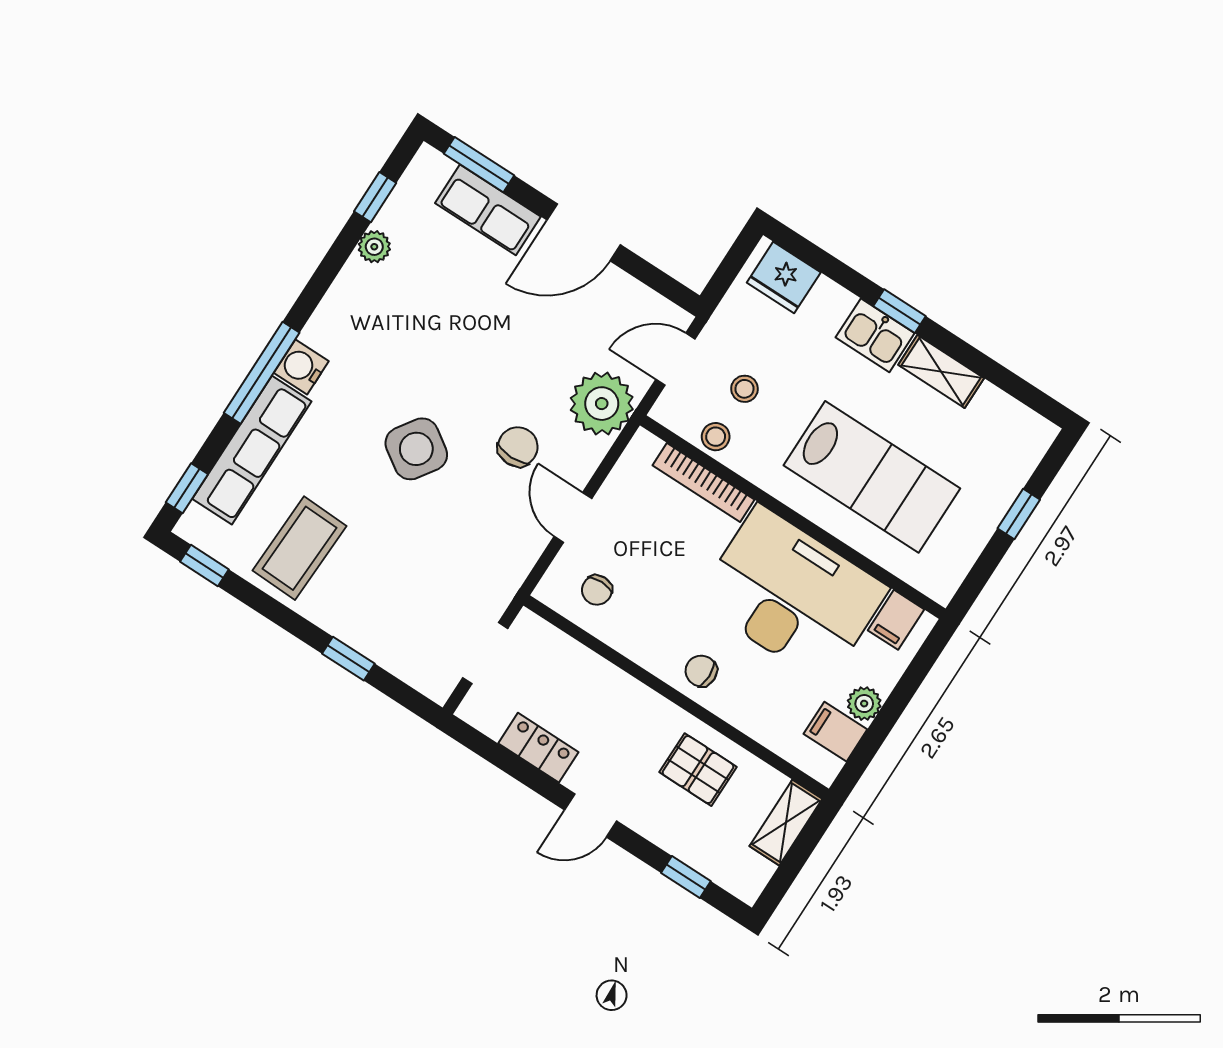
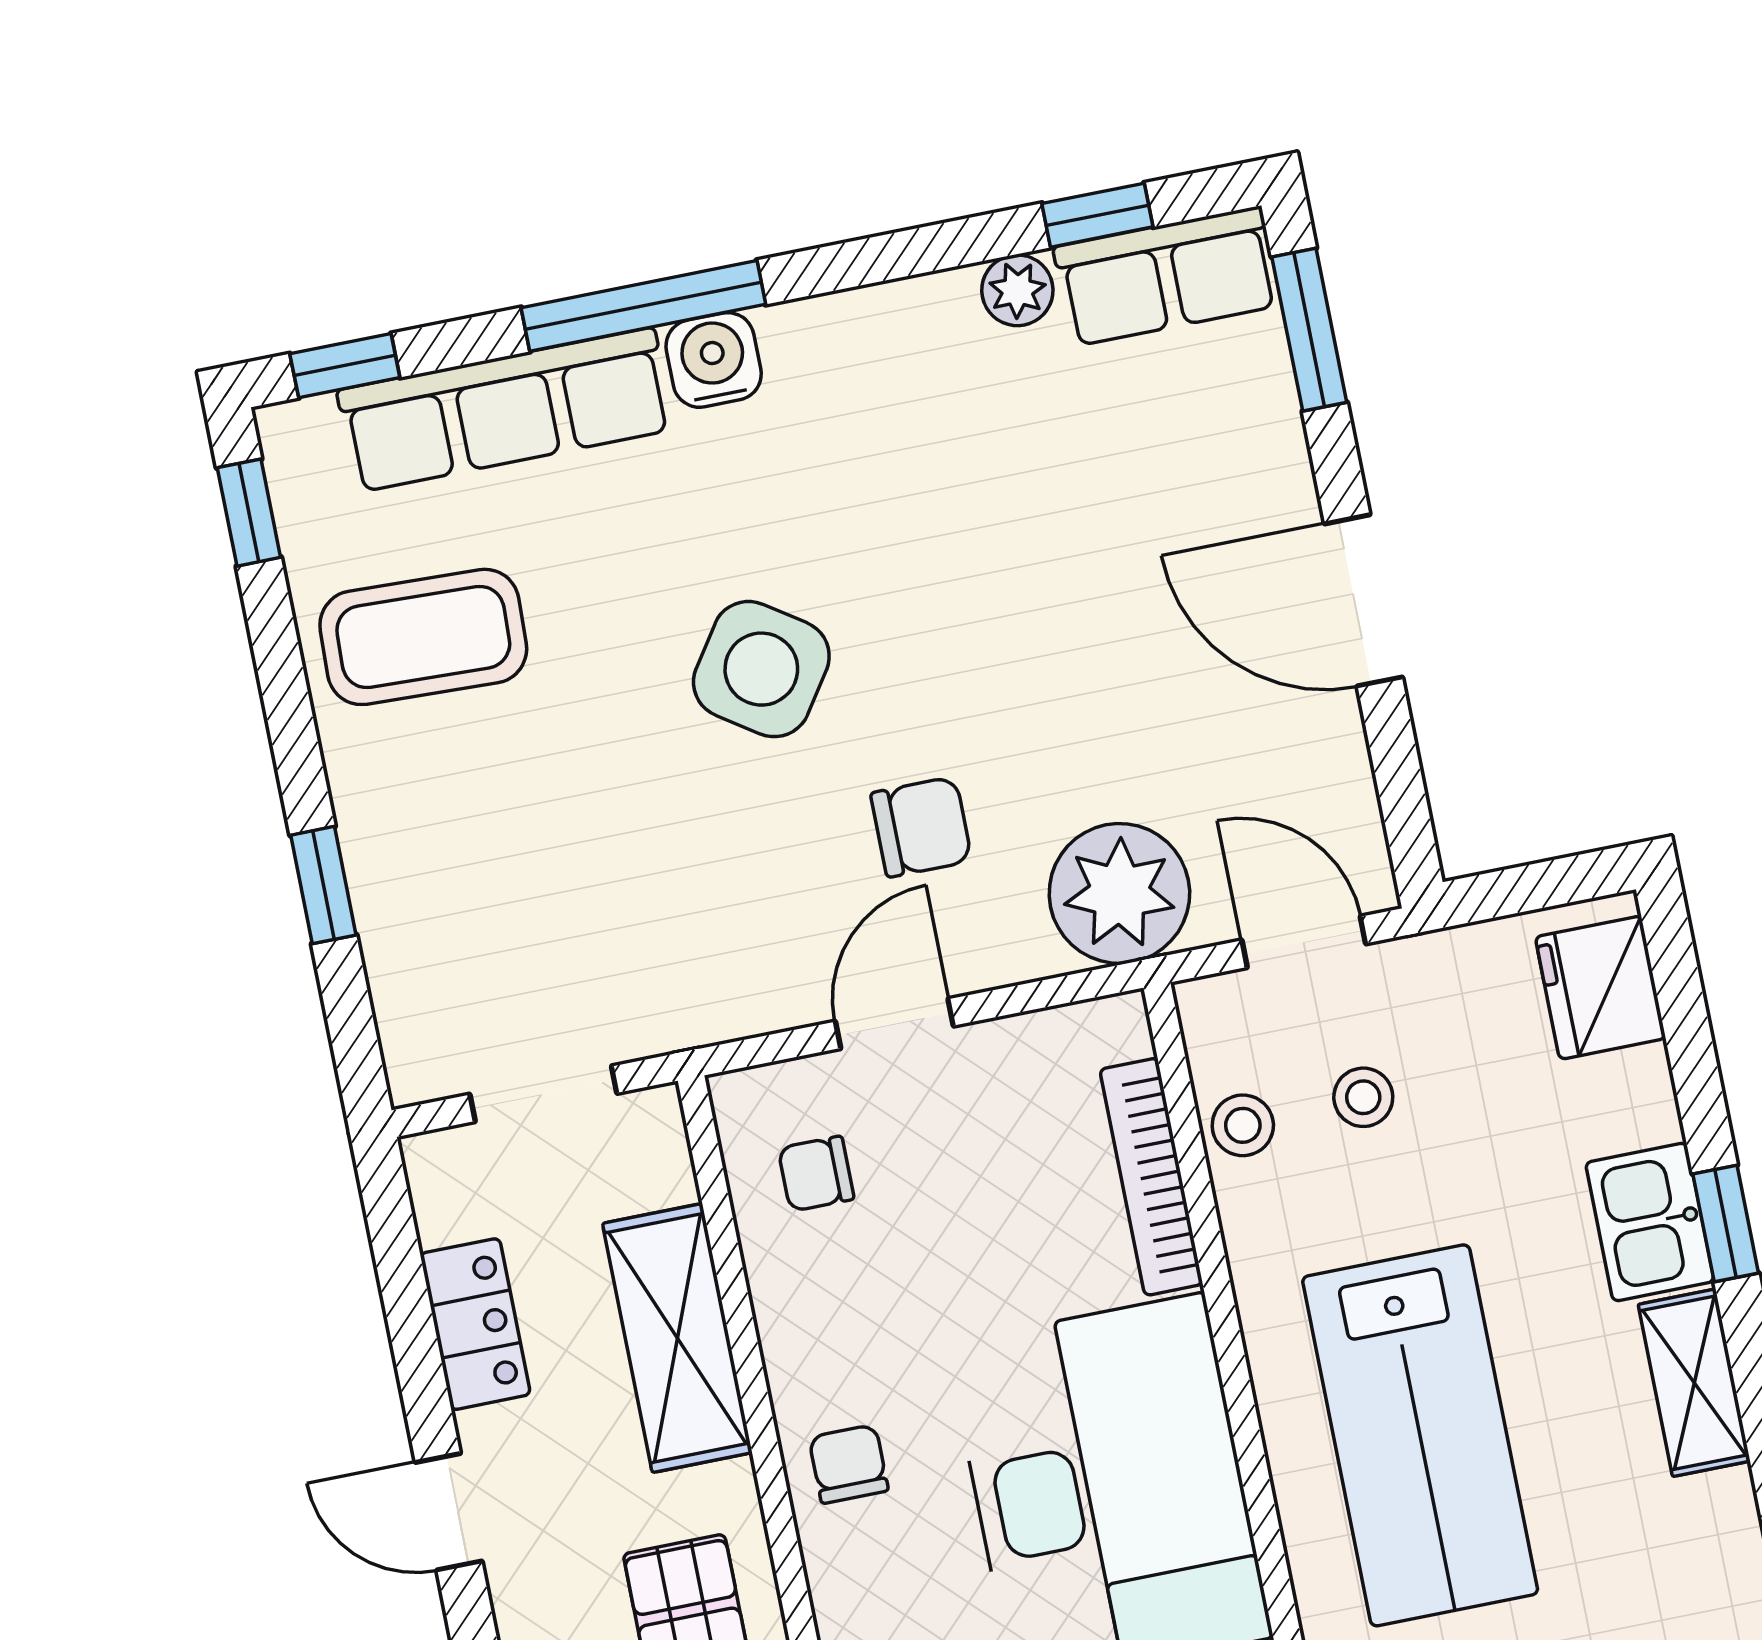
row of seats: (488, 210) -> (1167, 276), moved, turned -90
shelving: (606, 687) -> (677, 1338), added

